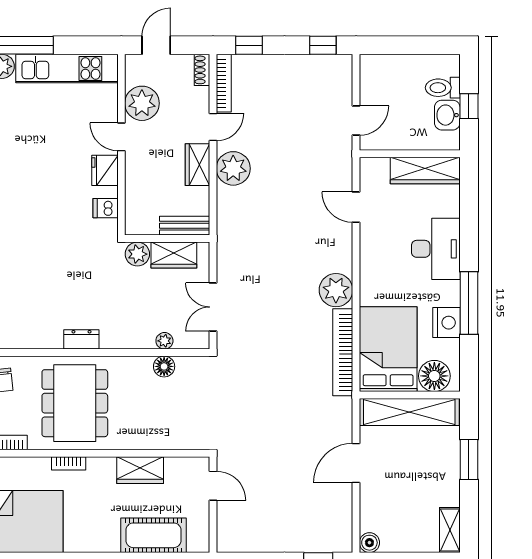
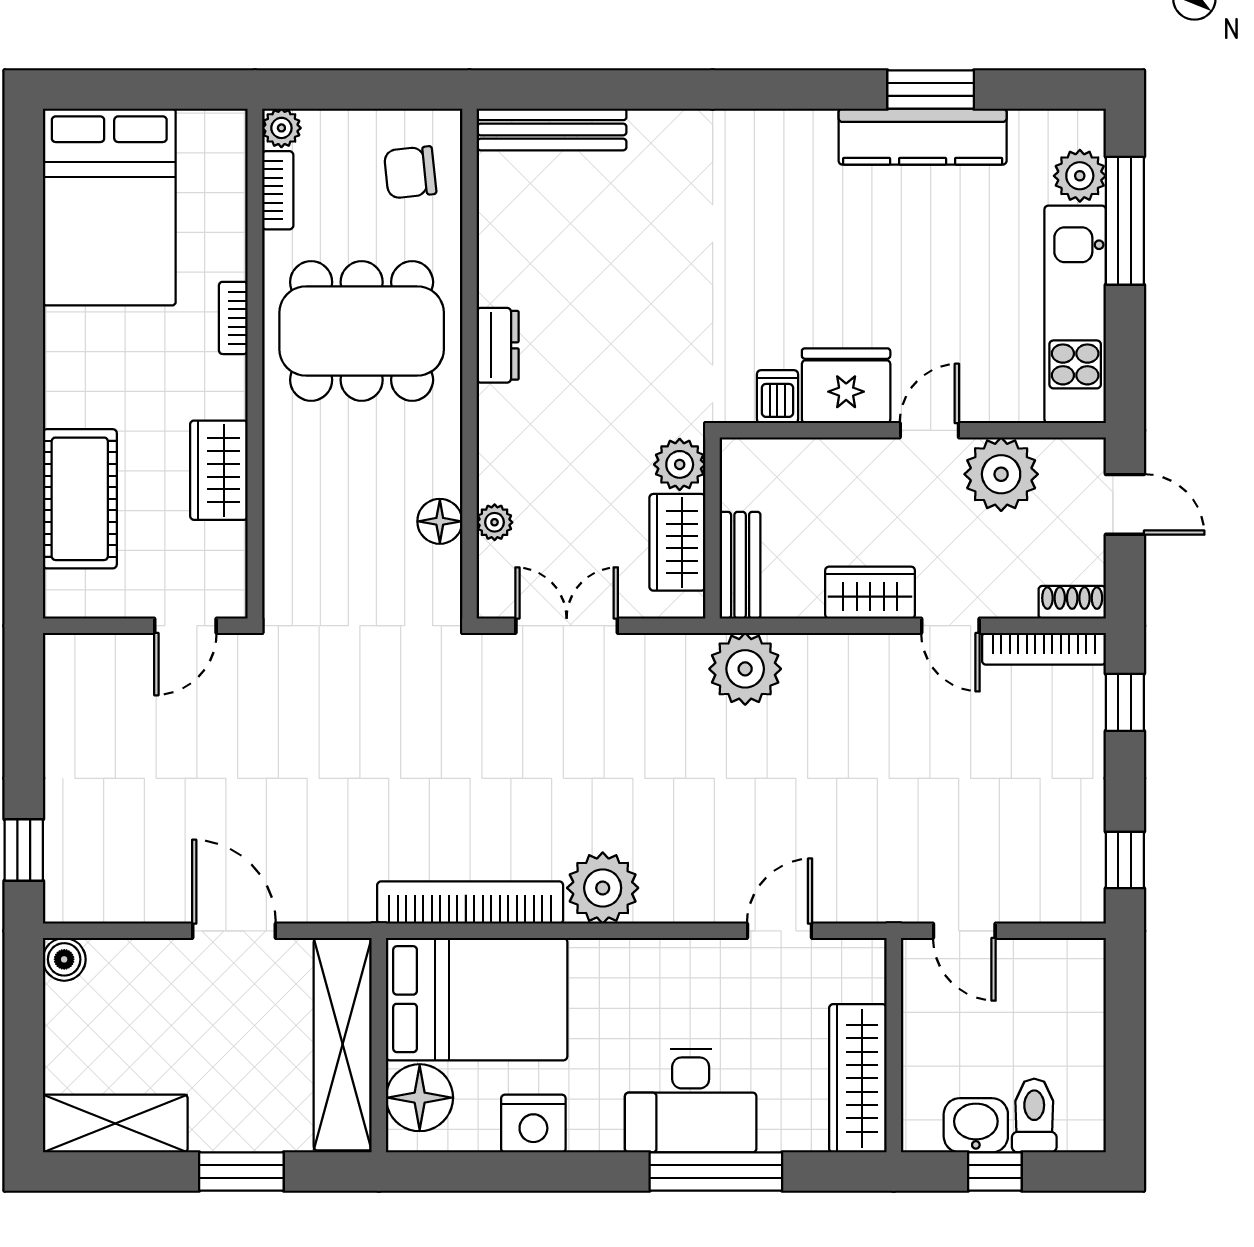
plant: (233, 168) -> (745, 669), moved
fridge: (105, 170) -> (846, 386), width x1.36, depth x1.34
window: (469, 303) -> (716, 1172), moved
shelving: (450, 530) -> (115, 1124), width x1.50, depth x1.33

